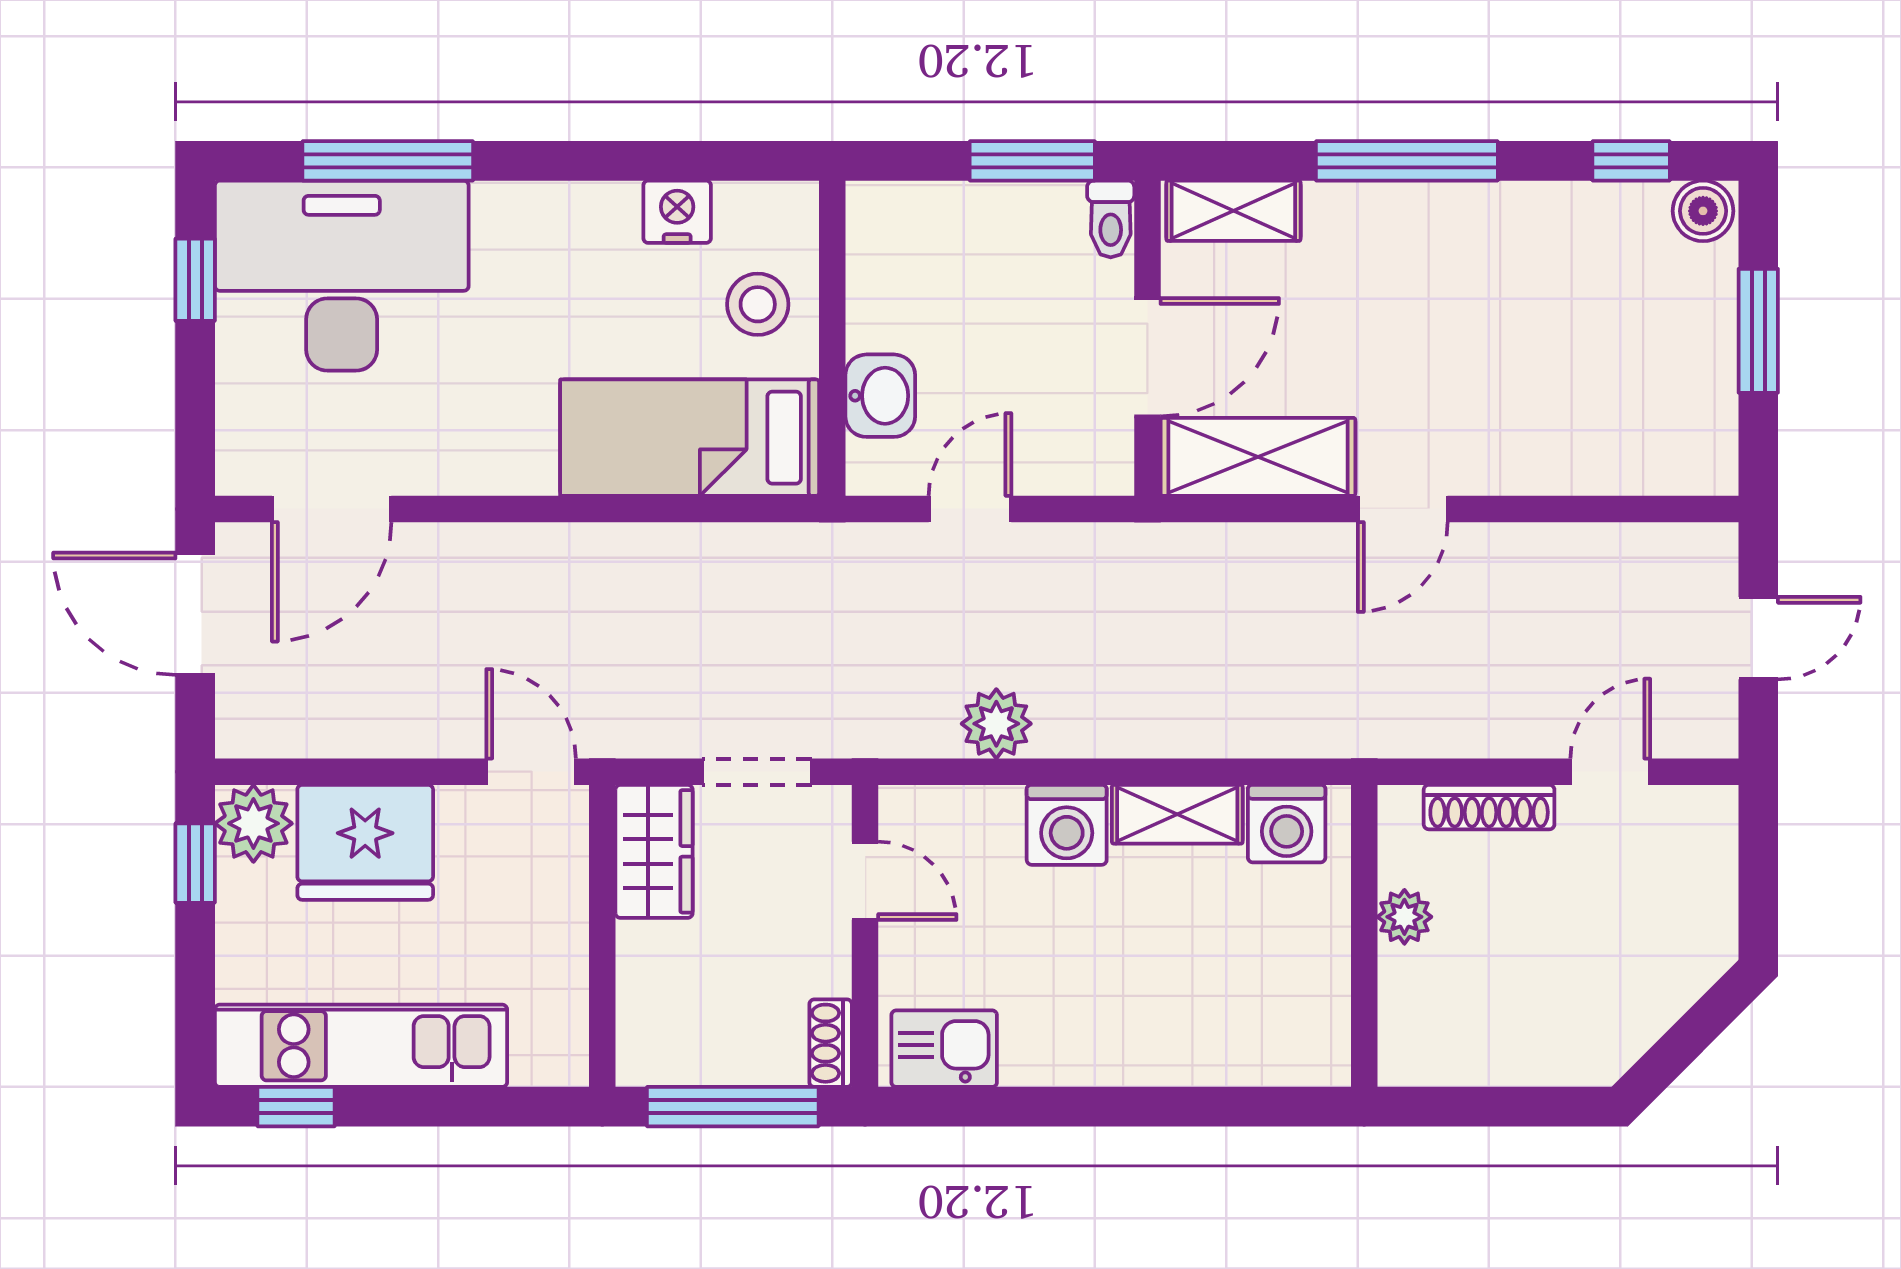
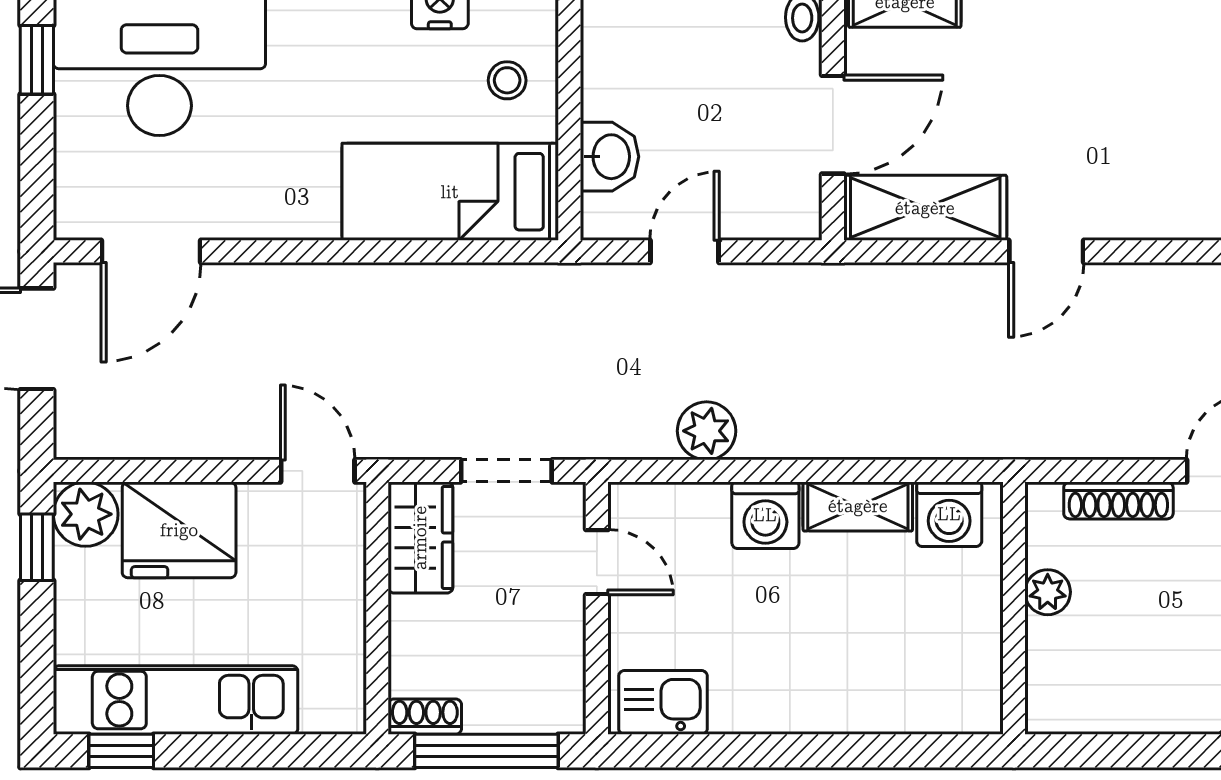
stool: (758, 304) -> (507, 80), width x0.73, depth x0.73
shoe rack: (831, 1043) -> (425, 717), moved, turned 90

